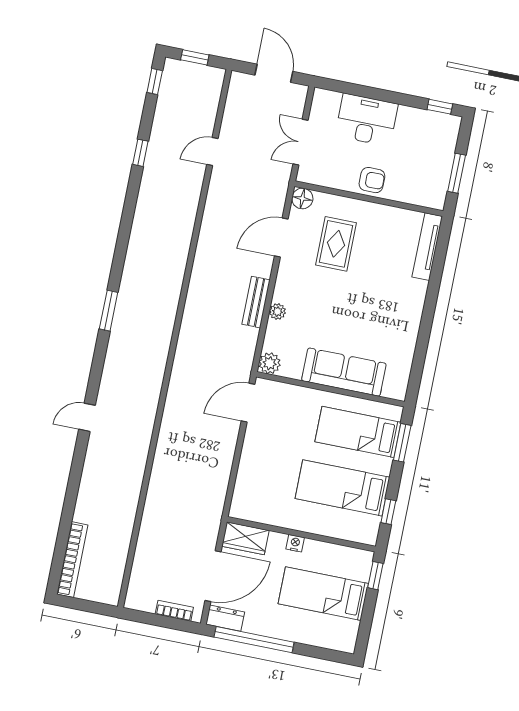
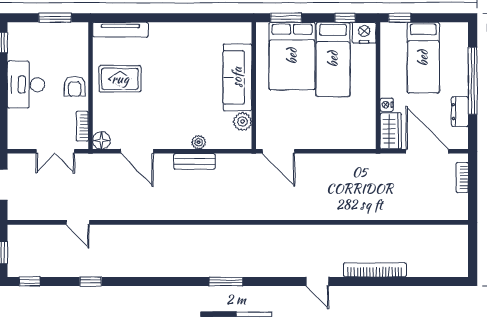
desk: (367, 120) -> (26, 85), moved
bookcase: (323, 180) -> (82, 126), added
armchair: (372, 180) -> (75, 86), turned 180
rug: (336, 244) -> (120, 79), moved
plant: (270, 363) -> (243, 121), moved
bed: (358, 432) -> (292, 56), width x1.50
nightstand: (366, 530) -> (364, 33), added
nightstand: (295, 543) -> (387, 105), moved
bookcase: (72, 560) -> (375, 270), moved
dresser: (225, 618) -> (460, 112), moved
window: (254, 640) -> (473, 81), moved

